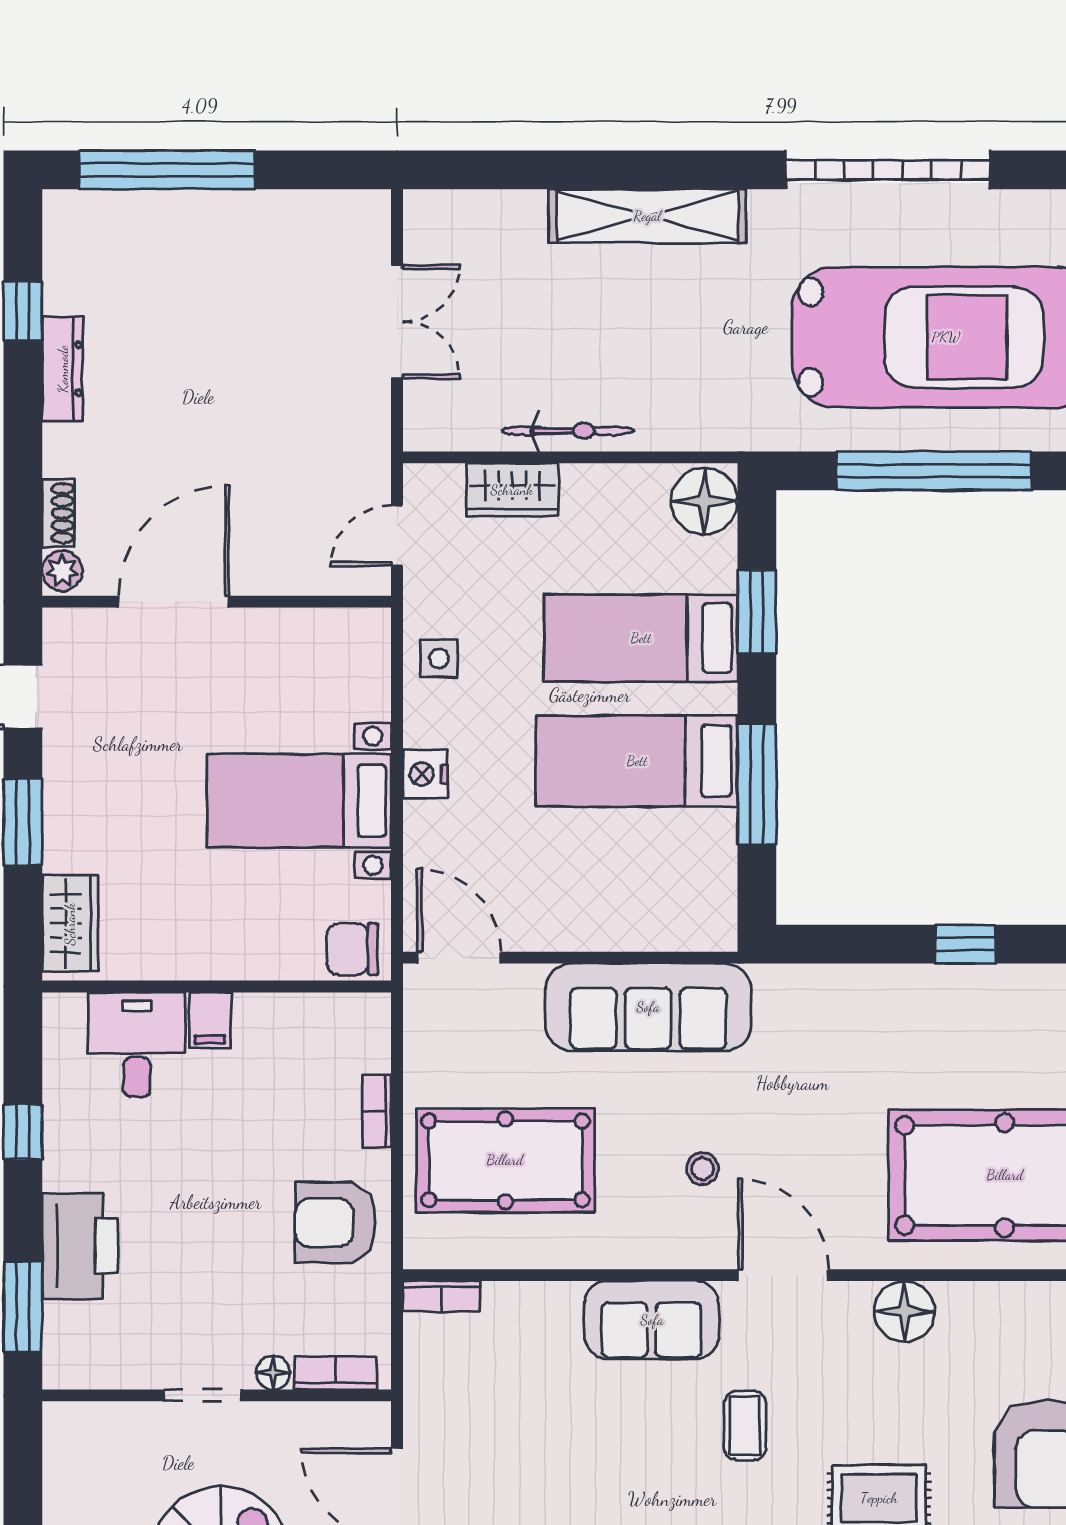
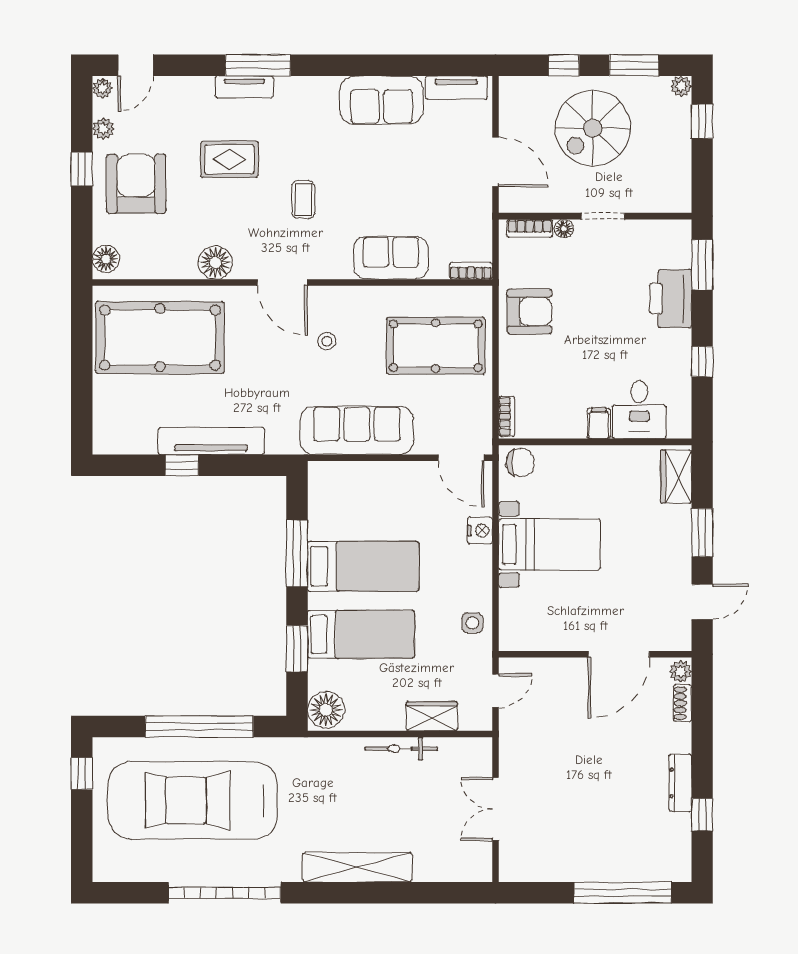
nightstand: (425, 774) -> (480, 531), moved
tv unit: (912, 988) -> (211, 441), added
bookcase: (377, 1111) -> (507, 416), moved
sofa: (652, 1320) -> (391, 258), moved

